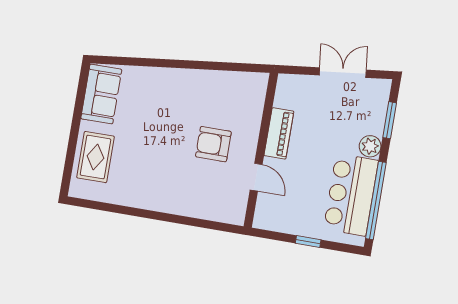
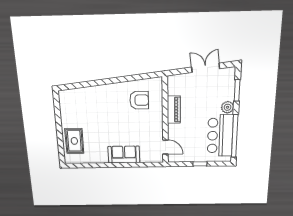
sofa: (101, 94) -> (124, 155), moved, turned -90
armchair: (213, 144) -> (139, 100), moved, turned 180
door: (256, 177) -> (165, 147), moved

